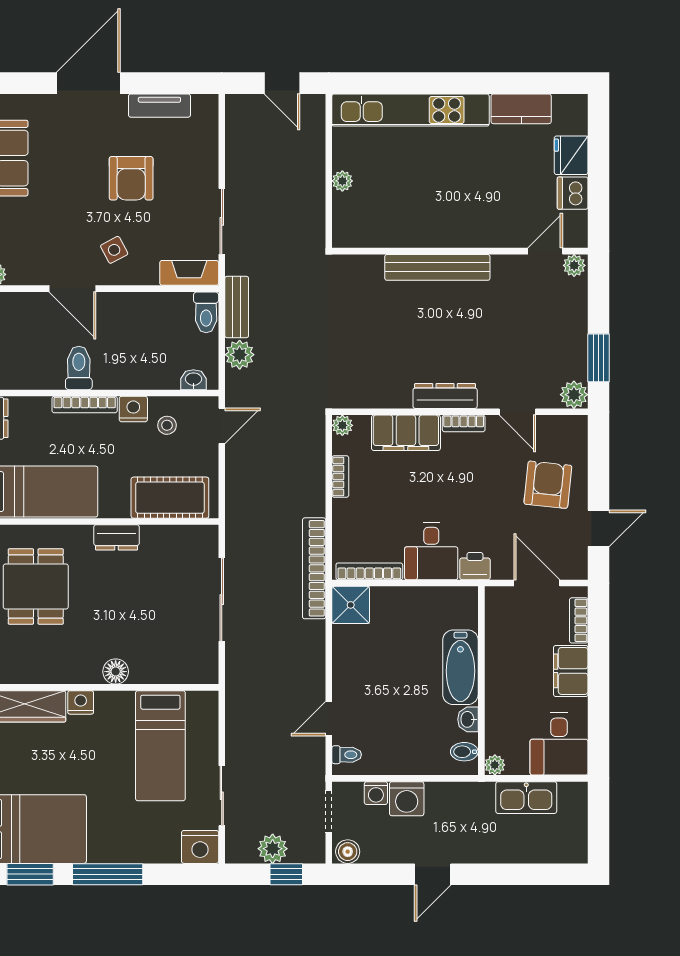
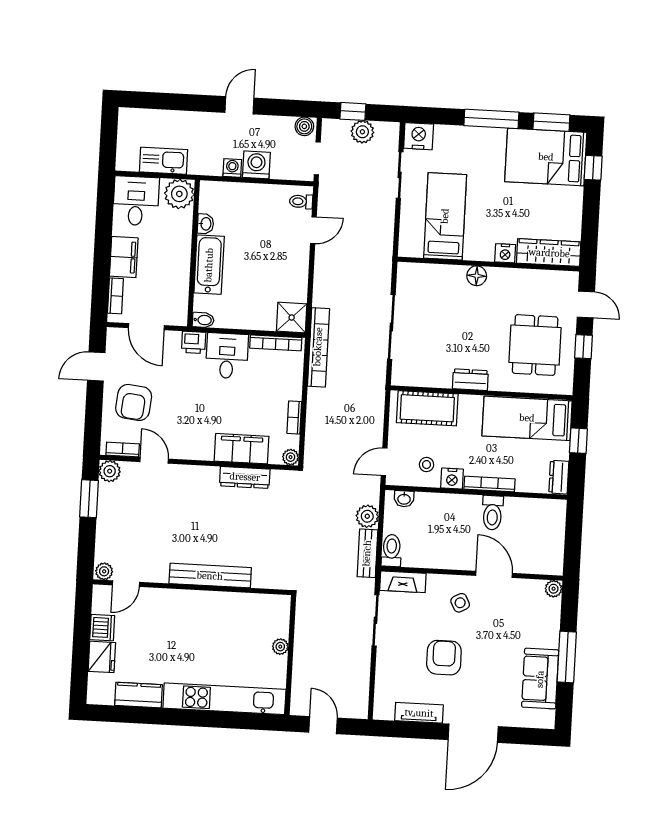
dresser: (445, 396) -> (245, 477), moved
bookcase: (464, 423) -> (123, 449), moved
bidet: (464, 752) -> (203, 320), moved
plant: (495, 765) -> (179, 194), width x1.88, depth x1.88
washing machine: (376, 793) -> (232, 168), moved

